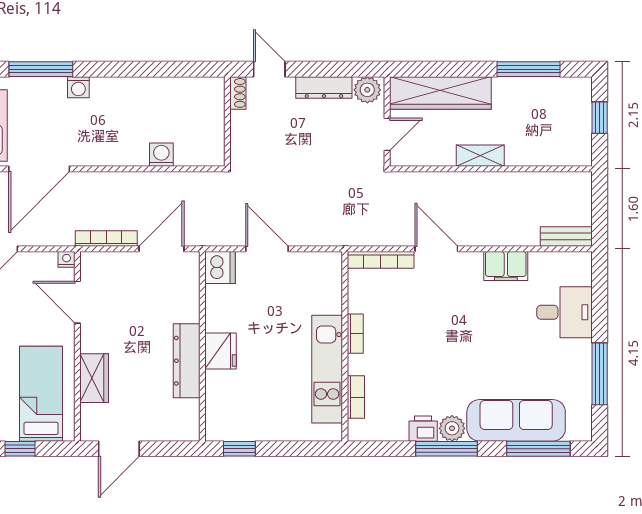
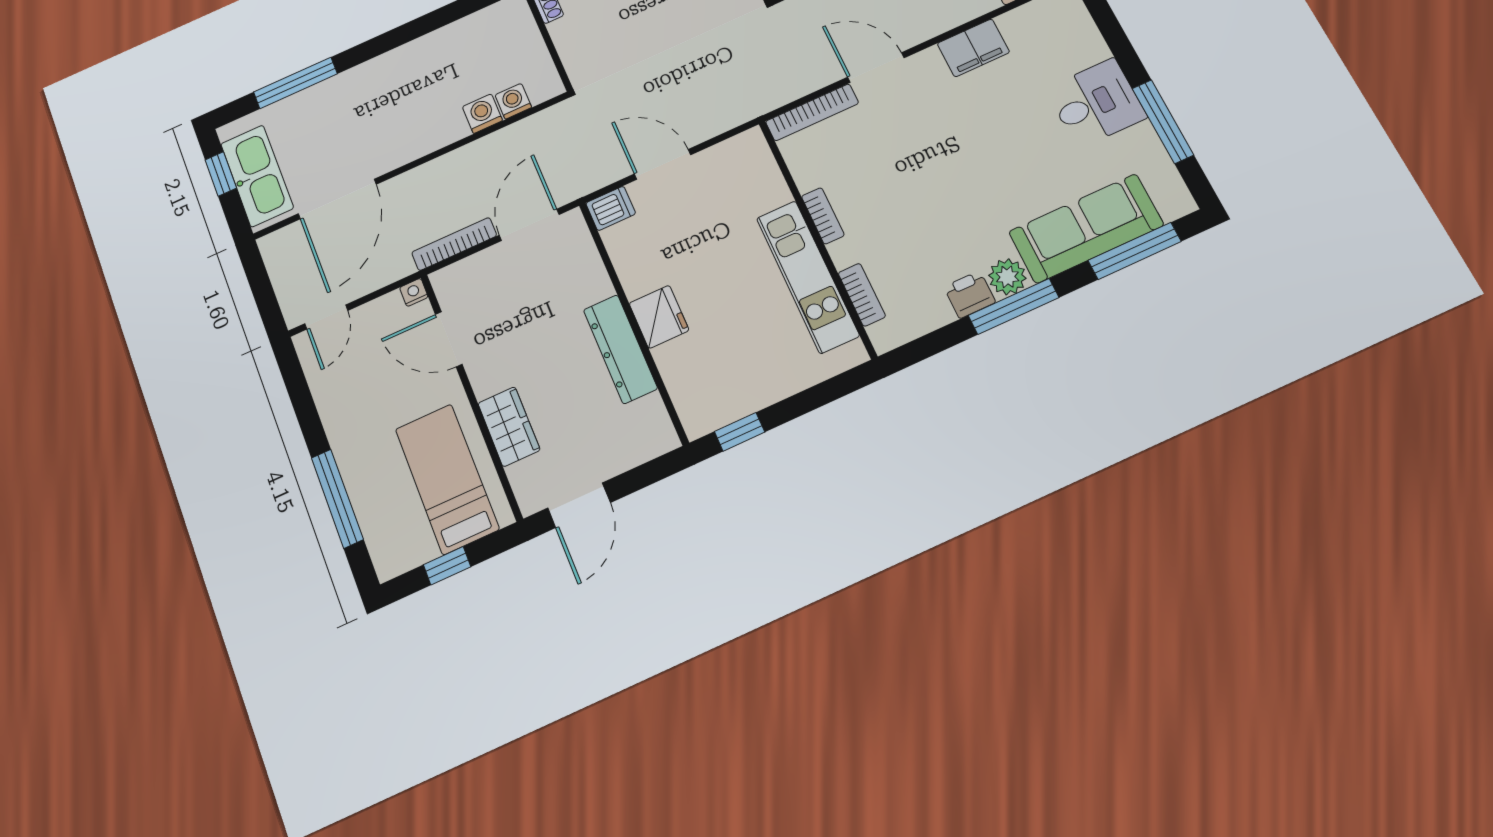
washing machine: (78, 87) -> (513, 101), moved, turned 180
dishwasher: (220, 268) -> (611, 208), width x0.73
desk: (564, 312) -> (1096, 103), moved

